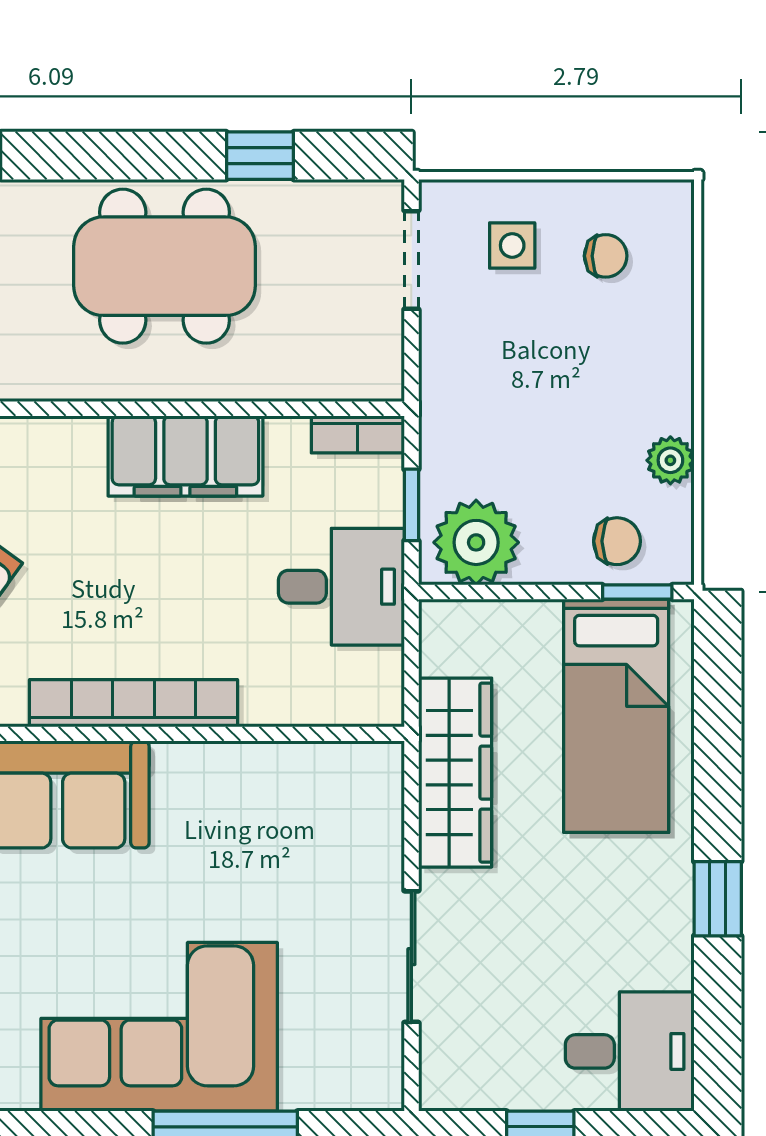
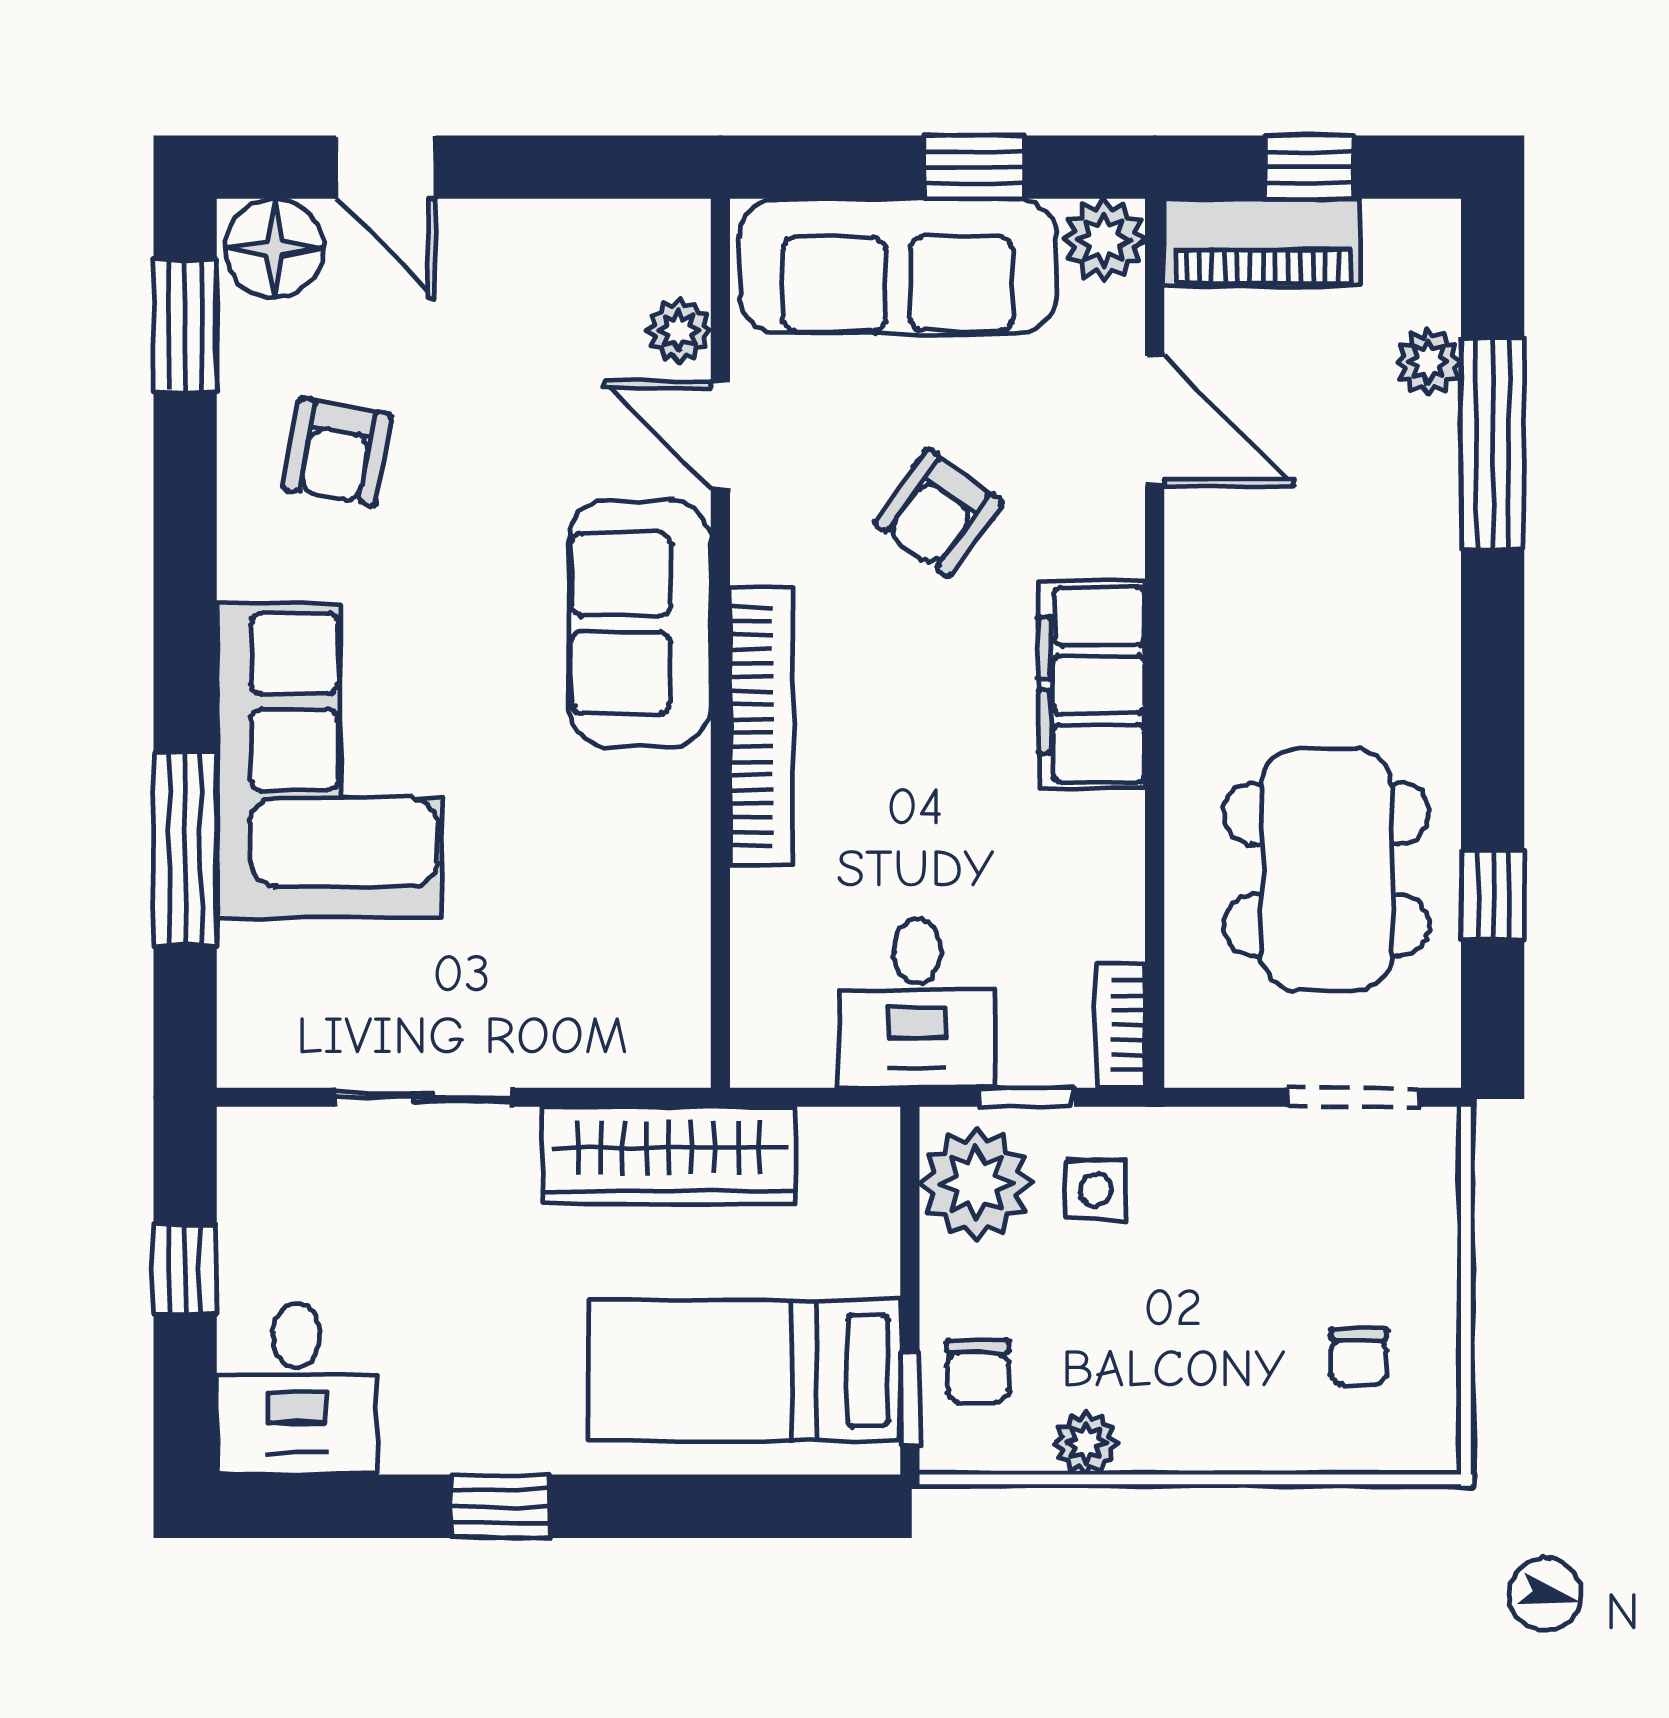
side table: (512, 245) -> (1095, 1190), moved
dining table: (165, 266) -> (1326, 869), moved
filing cabinet: (185, 456) -> (1092, 685), moved

